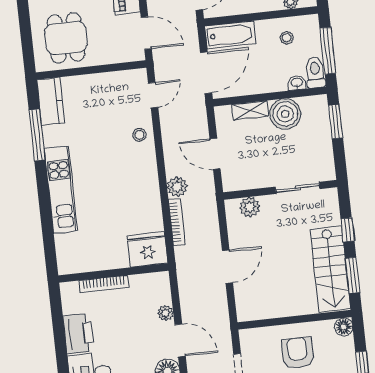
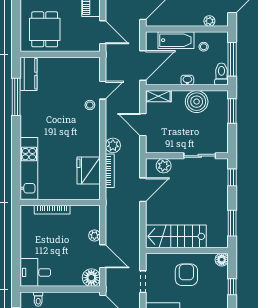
bathtub: (230, 35) -> (176, 40), moved
washbasin: (297, 83) -> (187, 80), moved
door: (153, 95) -> (103, 90), moved
shelving: (250, 110) -> (158, 96), moved
kitchen unit: (61, 190) -> (29, 168), moved
window: (347, 230) -> (232, 177), moved
fridge: (147, 249) -> (89, 170), moved, turned -90
door: (228, 267) -> (143, 190), moved
stairs: (330, 269) -> (176, 236), moved, turned 90
printer: (79, 334) -> (30, 243), removed

